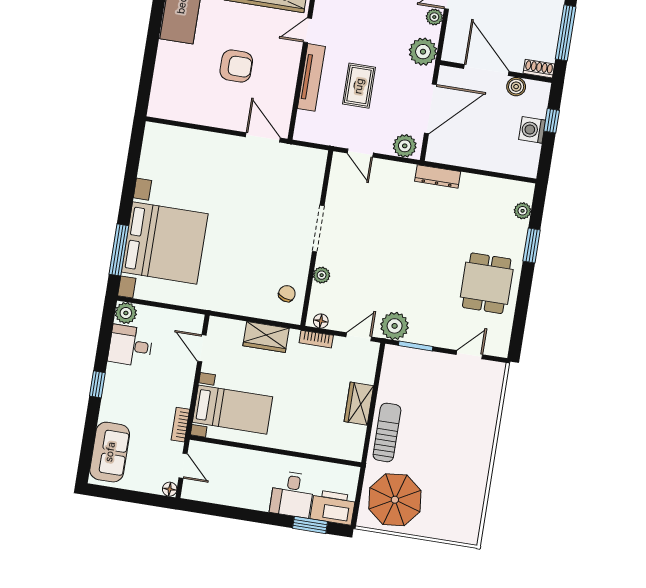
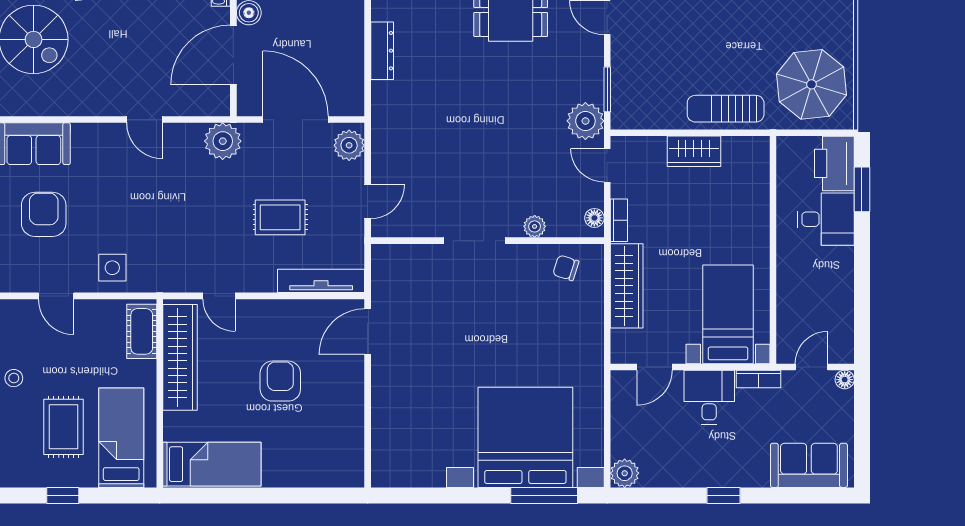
plant: (434, 17) -> (175, 134), removed
tv unit: (311, 77) -> (321, 281), moved
dresser: (438, 176) -> (382, 51), moved
wardrobe: (266, 337) -> (627, 286), width x1.50
desk: (130, 346) -> (709, 397), moved, turned 180

